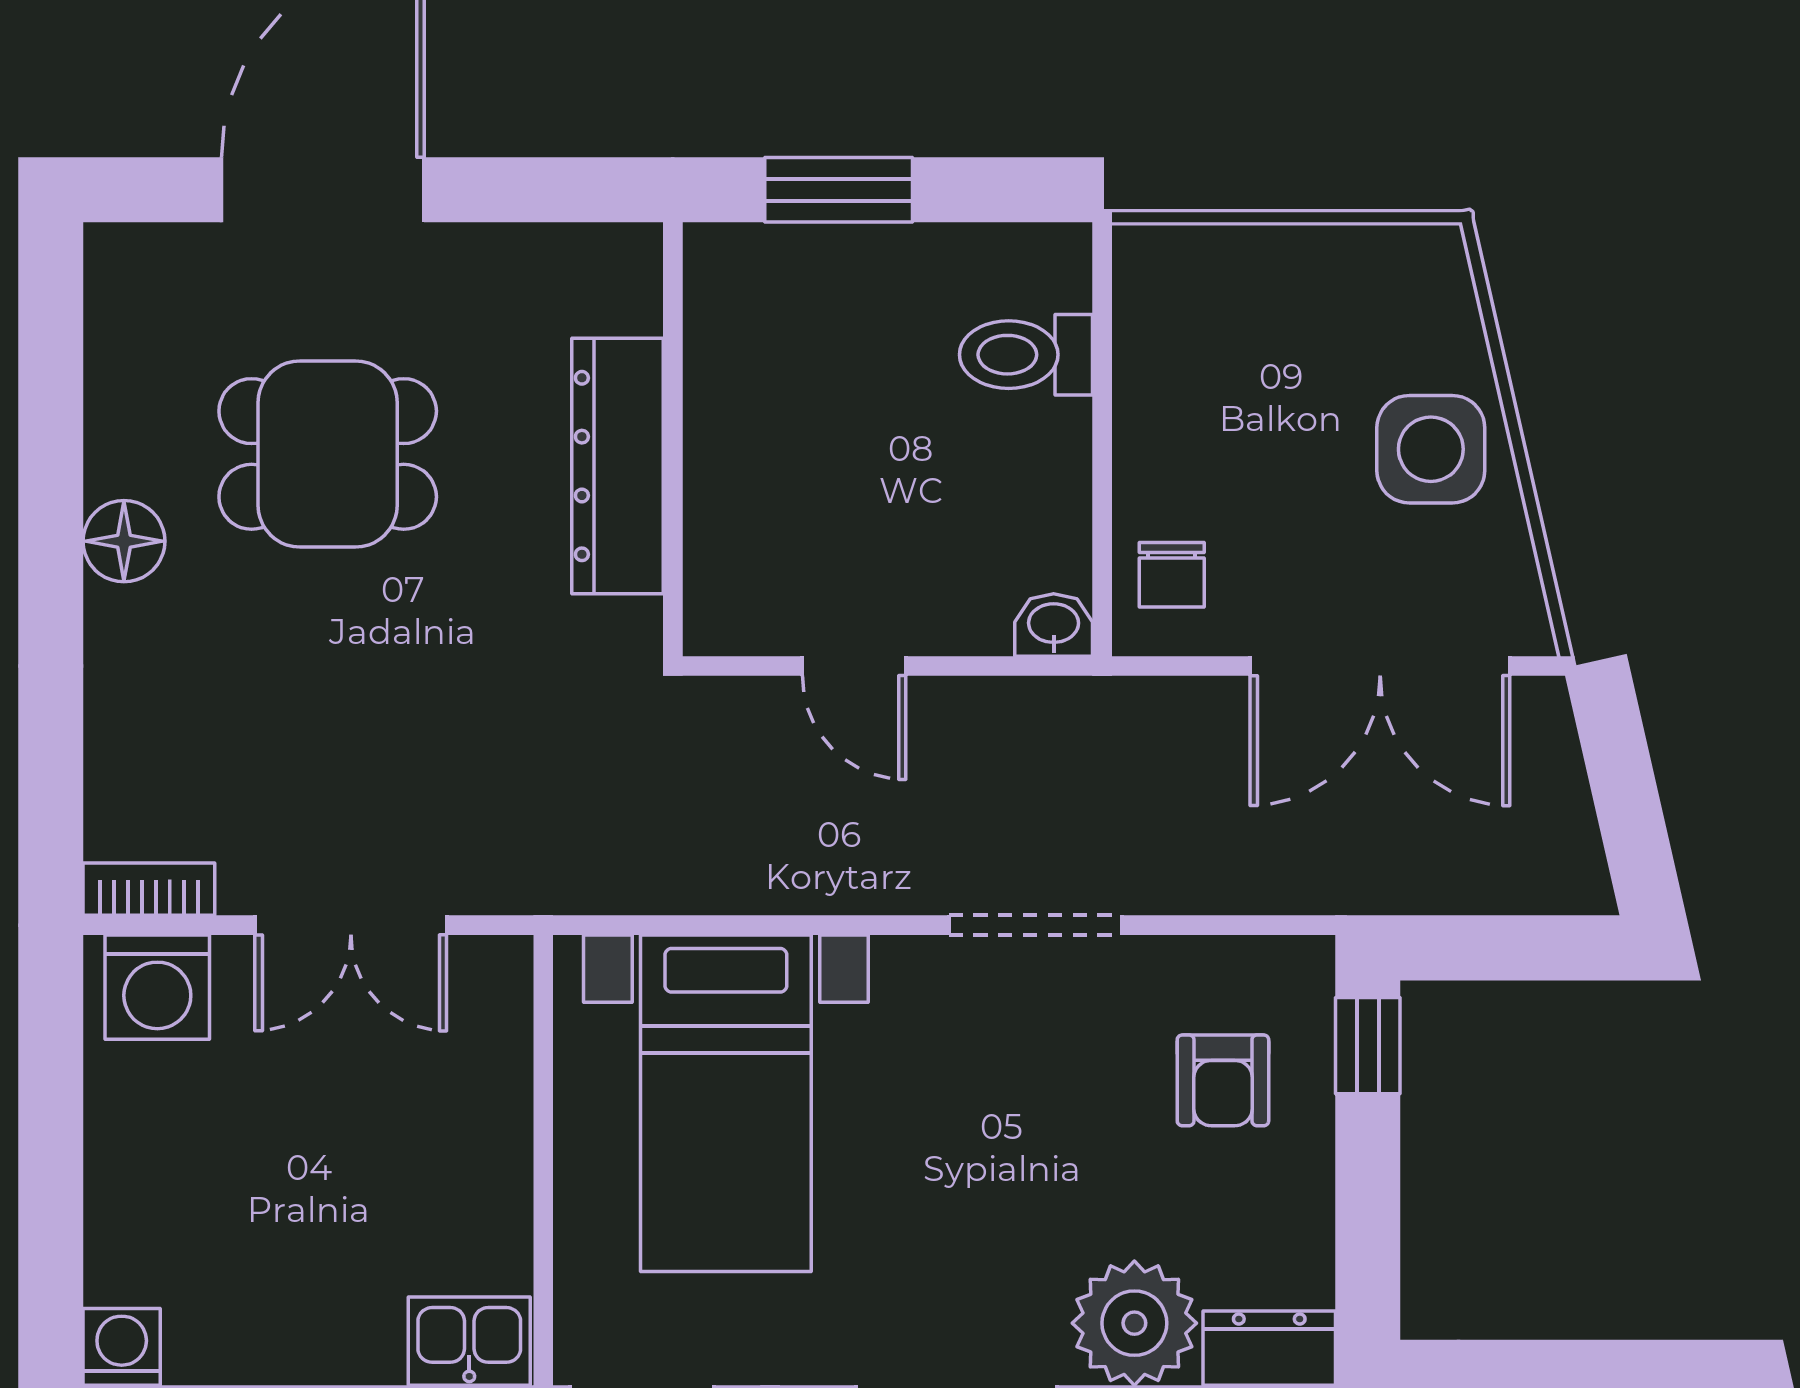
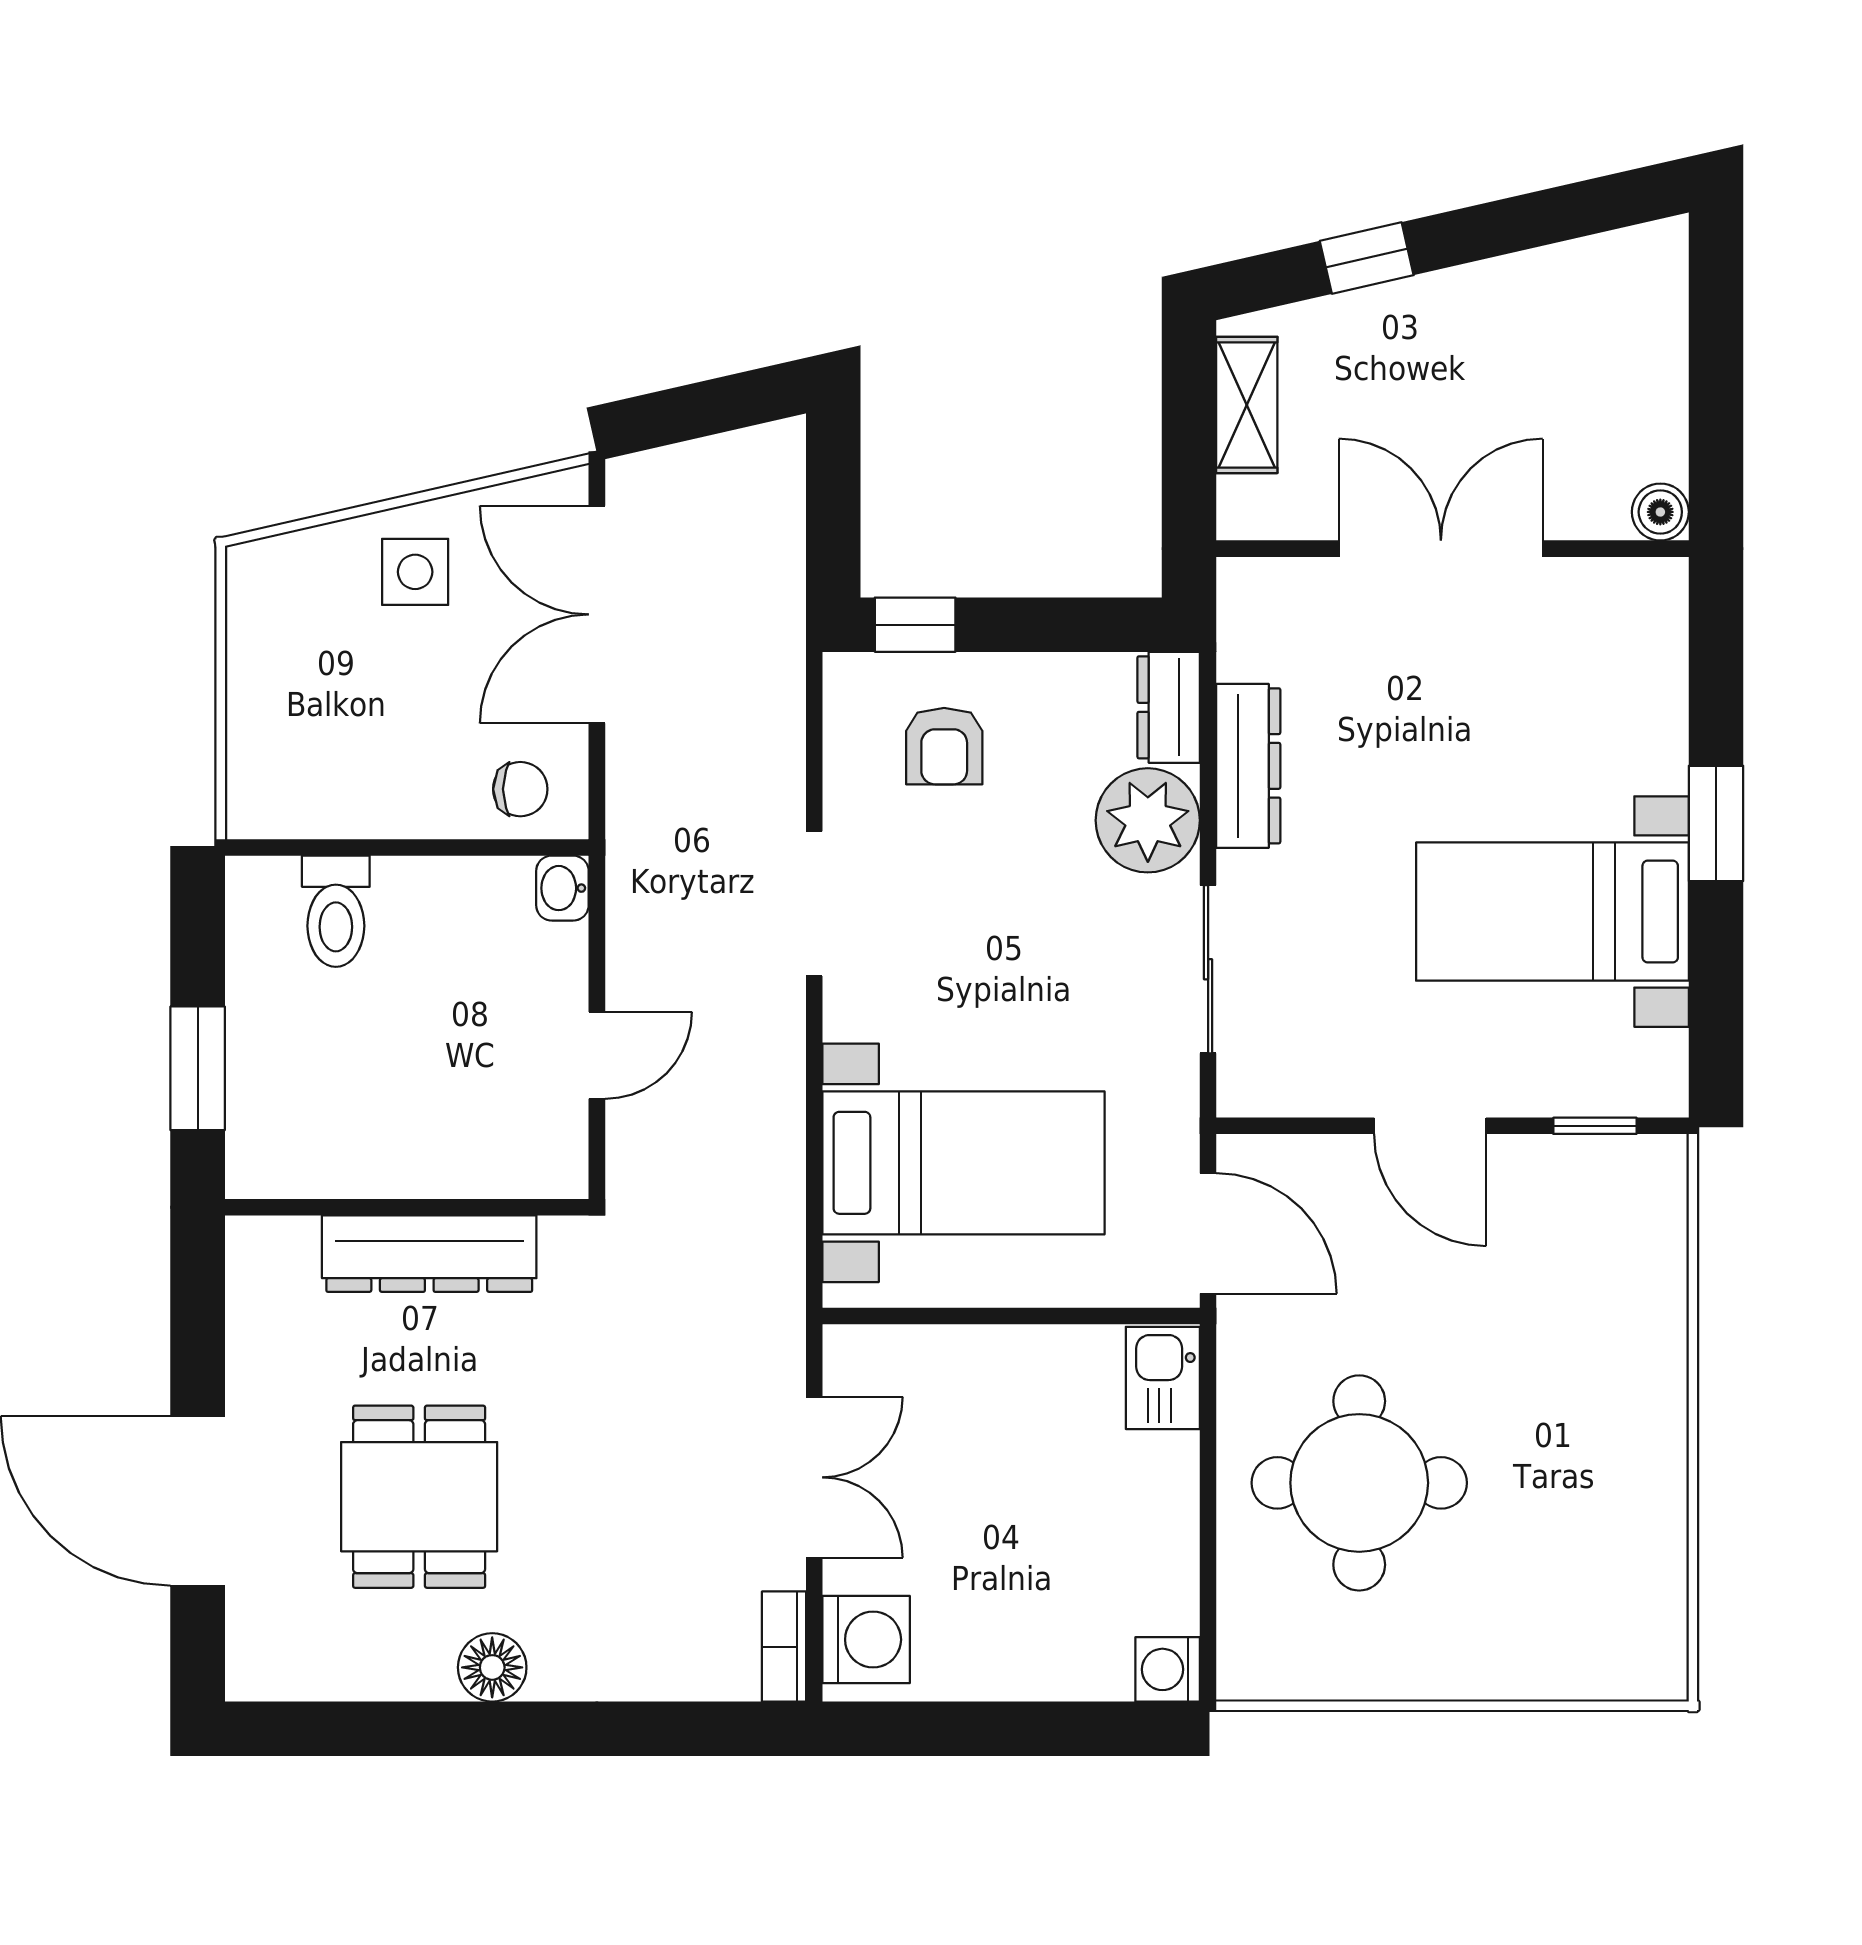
side table: (1431, 449) -> (415, 572), width x0.73, depth x0.73
double door: (1380, 666) -> (597, 614), swing flipped
armchair: (1223, 1080) -> (944, 746), turned 90

